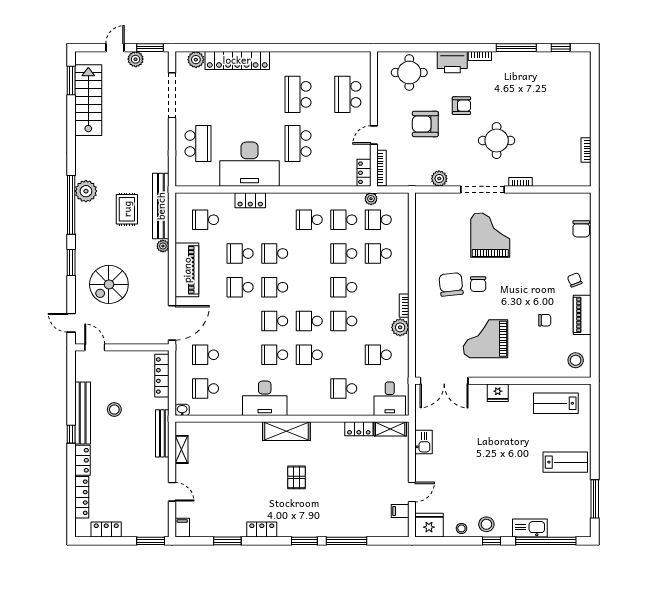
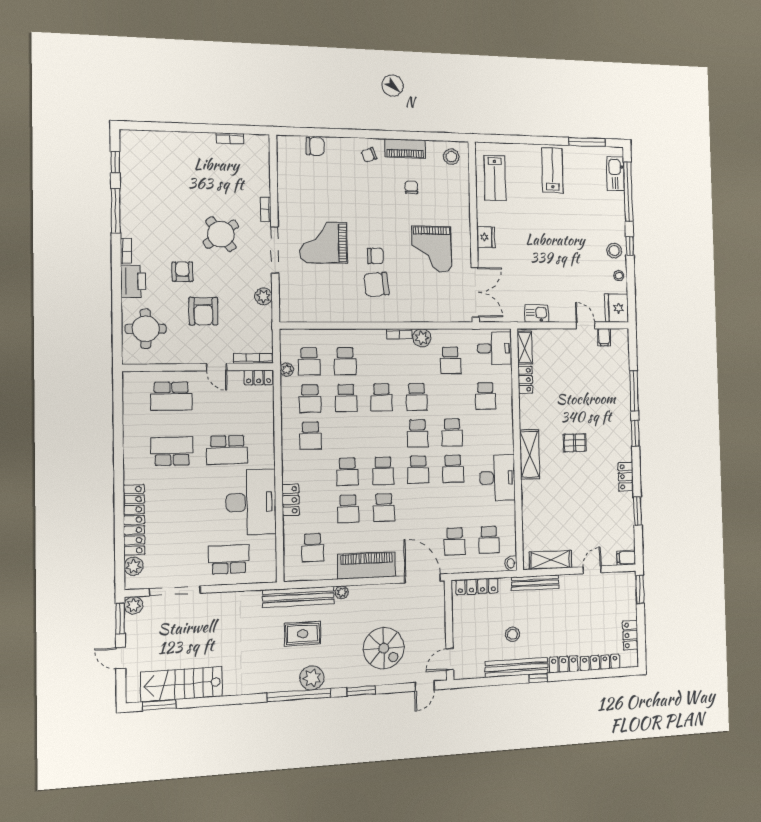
plant: (136, 59) -> (134, 605), moved
school desk: (298, 94) -> (172, 451), turned 180
round table: (497, 141) -> (221, 234), turned -37
plant: (86, 191) -> (312, 678), moved
shelving: (181, 449) -> (550, 560), width x1.50, depth x1.33
kitchen sink: (530, 528) -> (615, 174), moved

